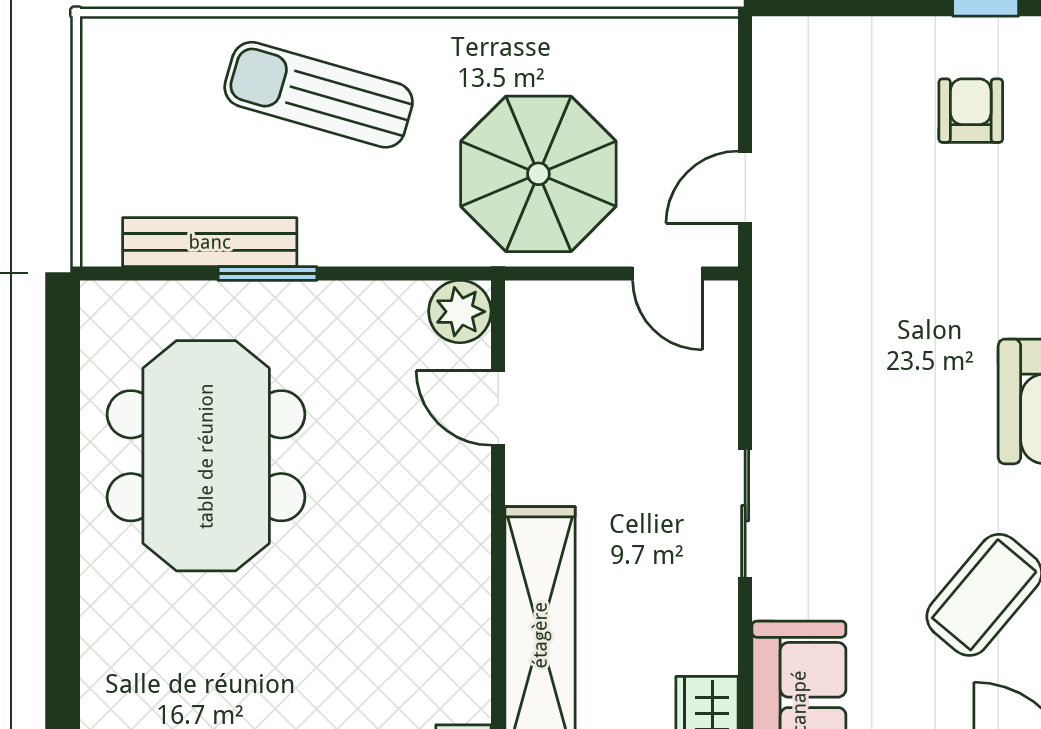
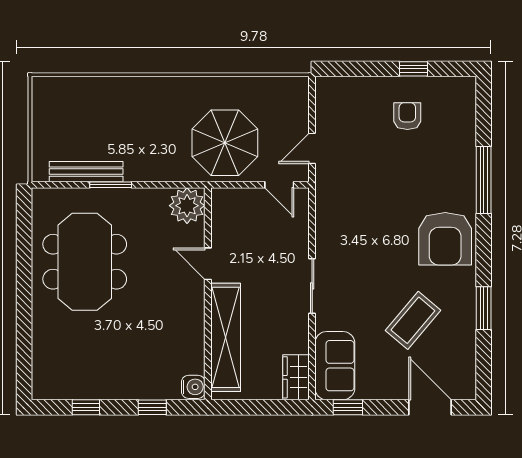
sun lounger: (319, 95) -> (132, 109), removed
plant: (460, 312) -> (187, 206), width x1.36, depth x1.36
door: (498, 408) -> (208, 264), moved

